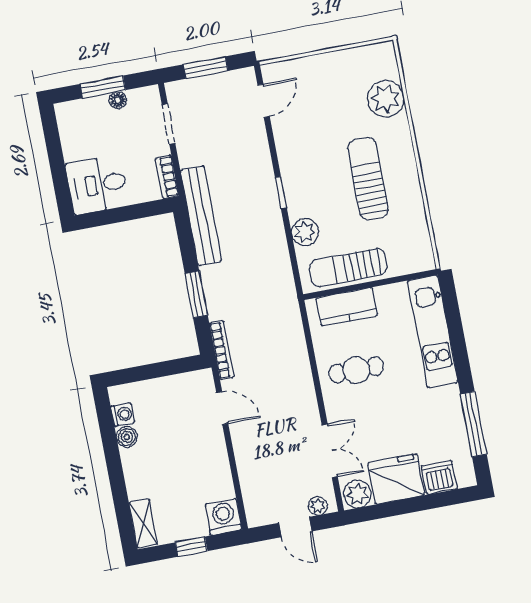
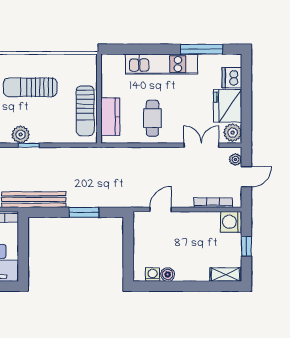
plant: (305, 232) -> (21, 134), moved
kitchen unit: (433, 331) -> (161, 64), moved
bookcase: (222, 350) -> (213, 203), moved

